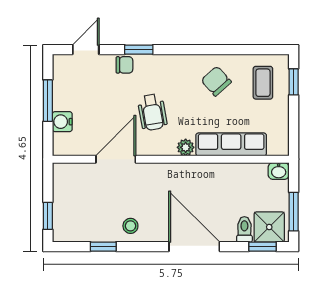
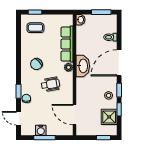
chair: (216, 81) -> (36, 64), moved
water cooler: (62, 122) -> (41, 130), moved
door: (116, 159) -> (74, 115), moved
washbasin: (188, 176) -> (83, 66), added
shower: (269, 227) -> (109, 117), moved
window: (263, 247) -> (119, 90), moved

